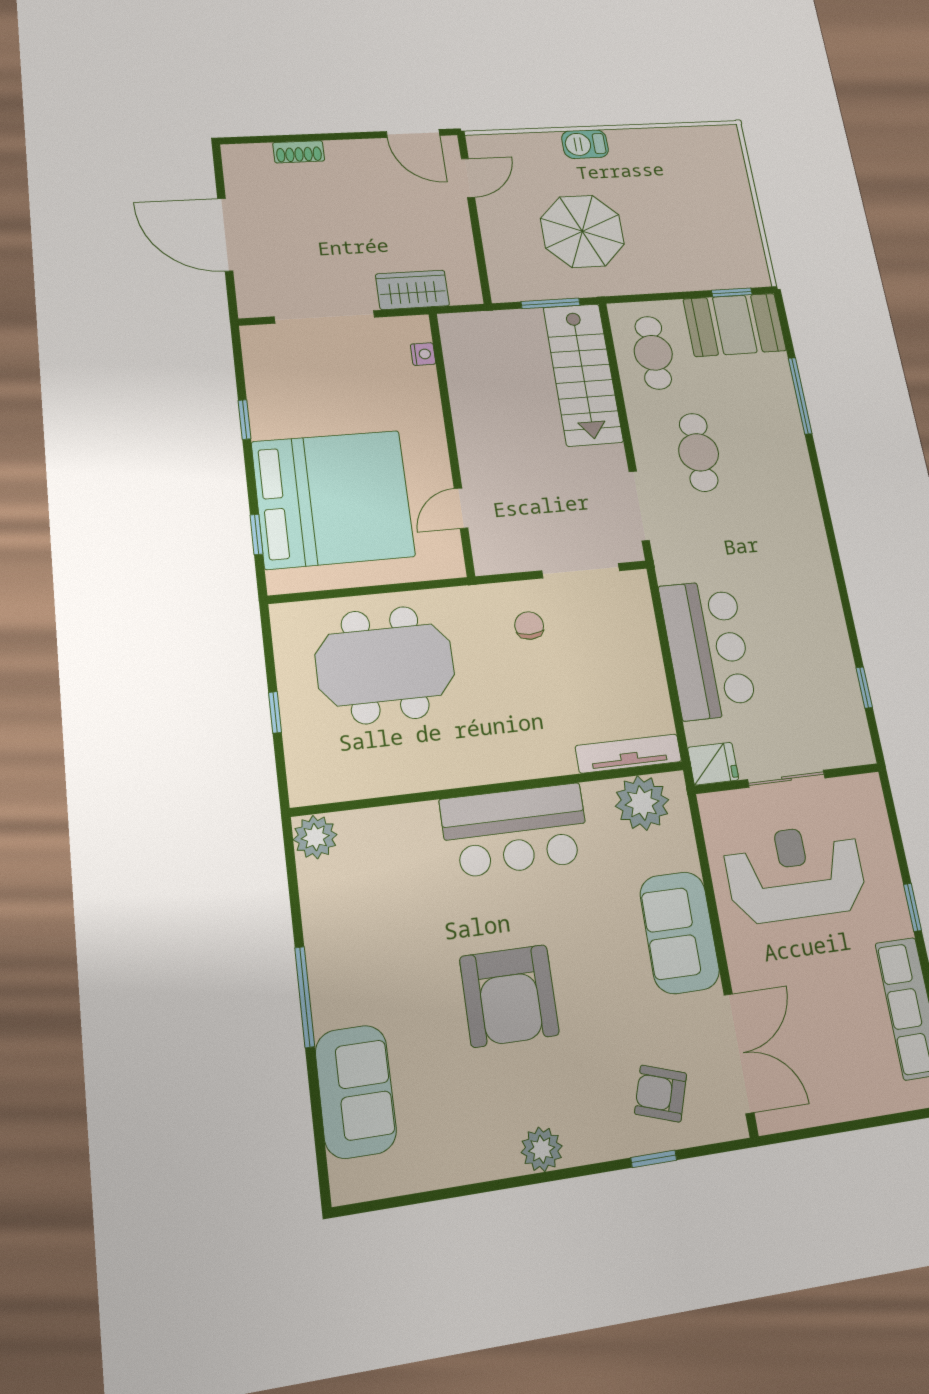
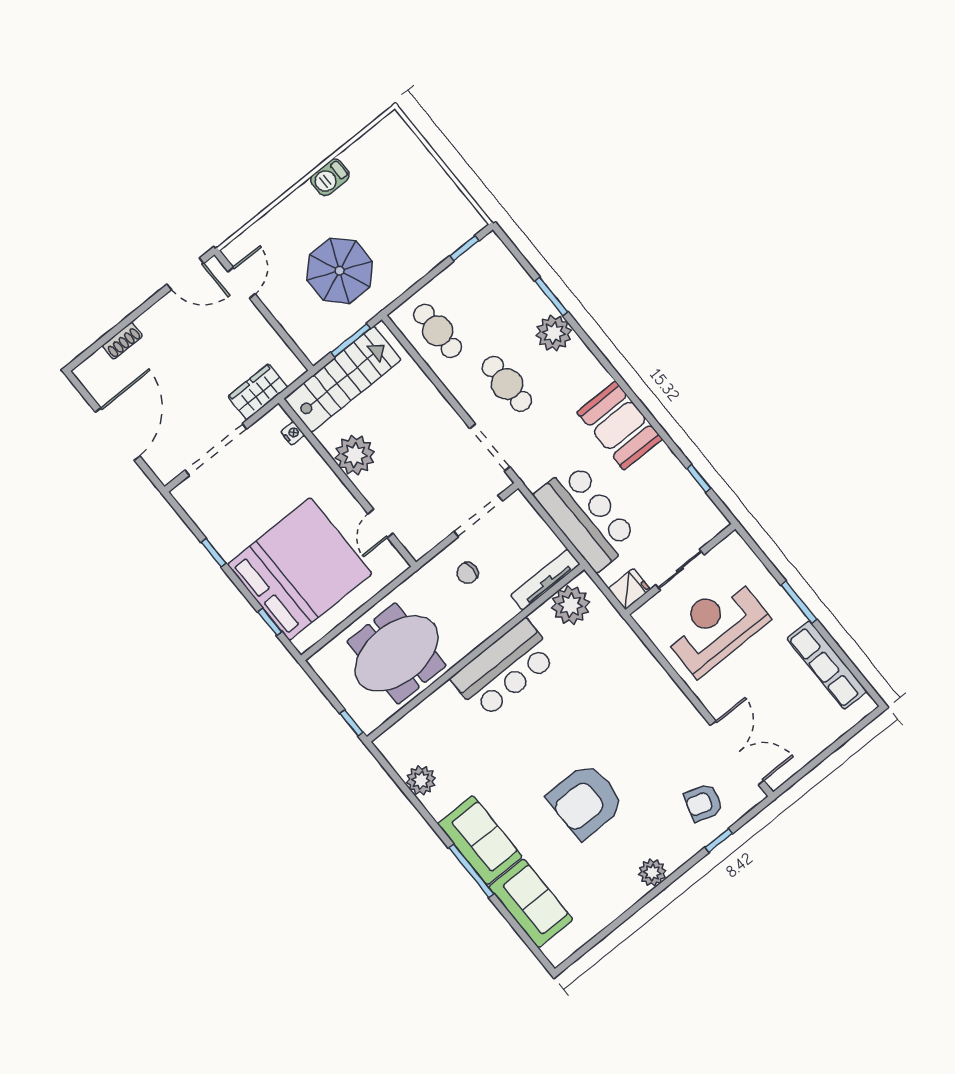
barbecue: (585, 144) -> (330, 177), moved
door: (225, 235) -> (118, 434), swing flipped
booth: (735, 325) -> (620, 426), moved, turned 90
stairs: (583, 374) -> (342, 379), moved, turned -90
window: (800, 396) -> (551, 296), width x0.69
plant: (479, 419) -> (355, 455), added
plant: (782, 433) -> (554, 333), added
chair: (529, 625) -> (467, 573), turned -90
tv unit: (628, 754) -> (545, 580), moved
wall: (491, 789) -> (476, 653), moved
plant: (642, 803) -> (570, 605), moved
bar counter: (515, 830) -> (504, 669), moved
window: (912, 907) -> (799, 602), width x1.50
sofa: (679, 932) -> (480, 840), moved, turned 180
armchair: (509, 996) -> (586, 801), turned 90

